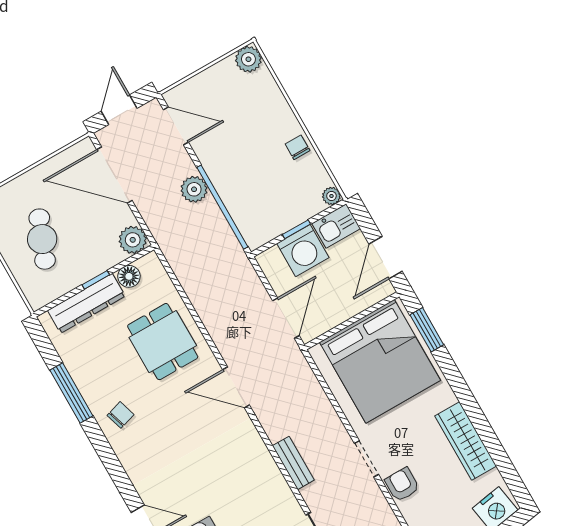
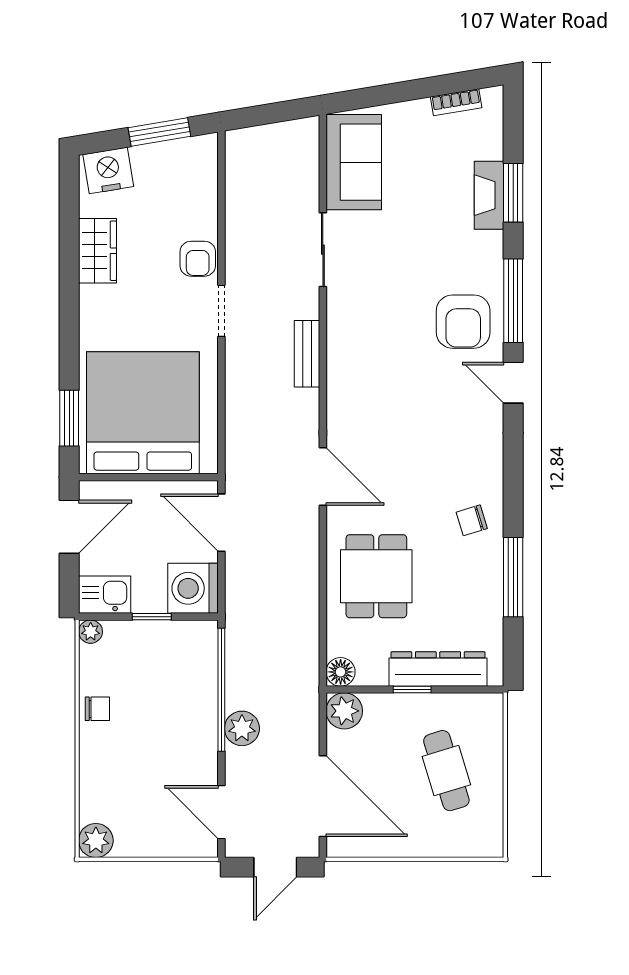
chair: (298, 147) -> (97, 709), turned -90
cafe table: (42, 239) -> (446, 771), turned -39
washing machine: (303, 251) -> (193, 588), moved, turned -90
floor lamp: (129, 276) -> (341, 672), moved
door: (286, 318) -> (221, 523), hinge flipped
wardrobe: (466, 441) -> (97, 251), width x0.67

